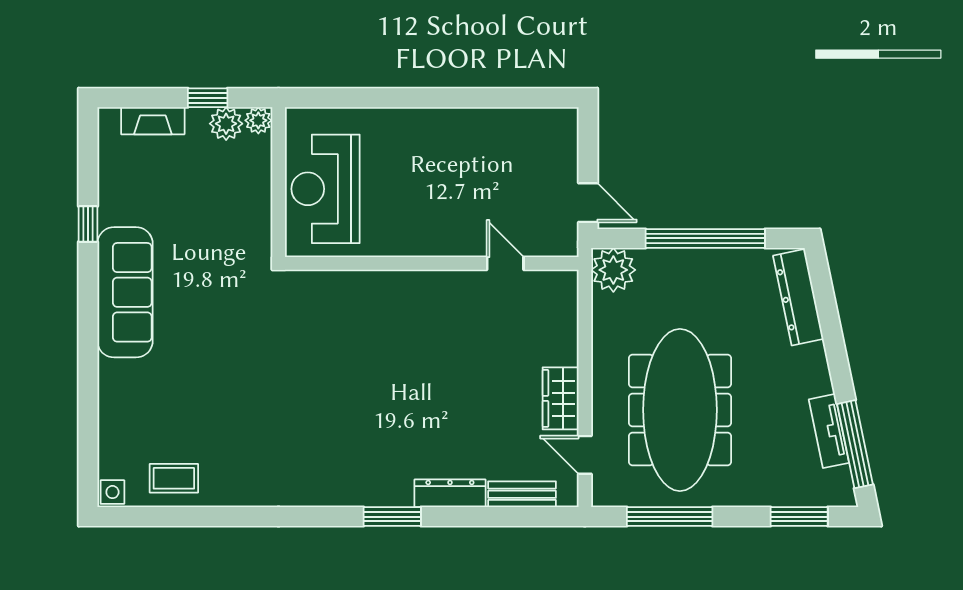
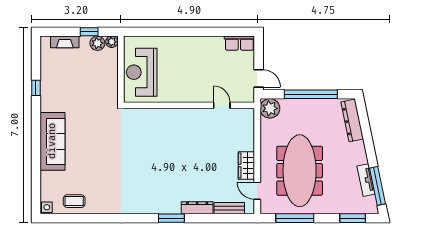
row of seats: (545, 123) -> (239, 43), added
sofa: (125, 292) -> (52, 141), moved

